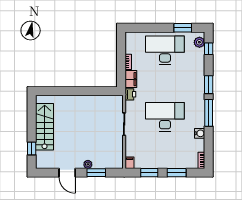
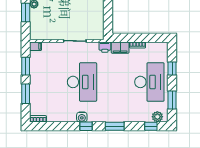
window: (152, 28) -> (172, 68), added
window: (209, 113) -> (86, 126), width x0.46
water cooler: (200, 133) -> (82, 117), moved

